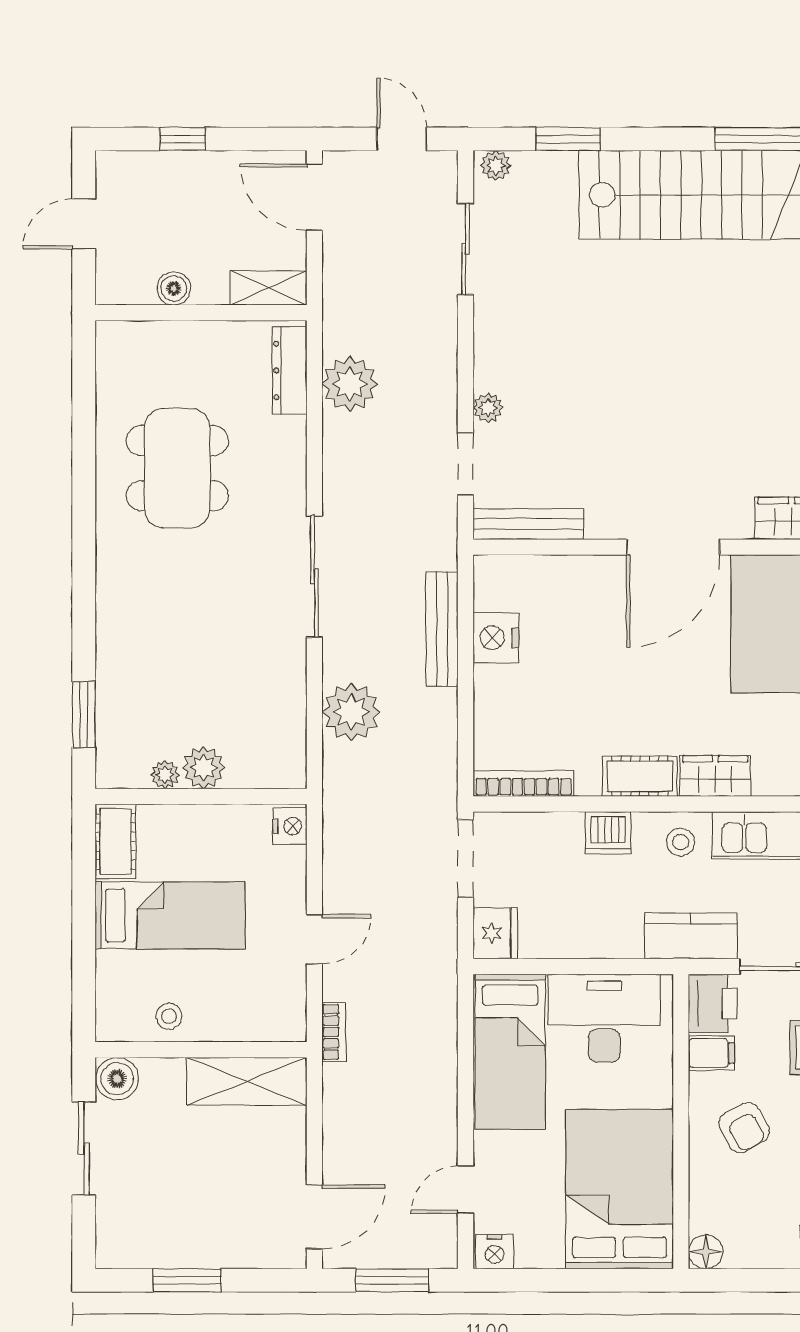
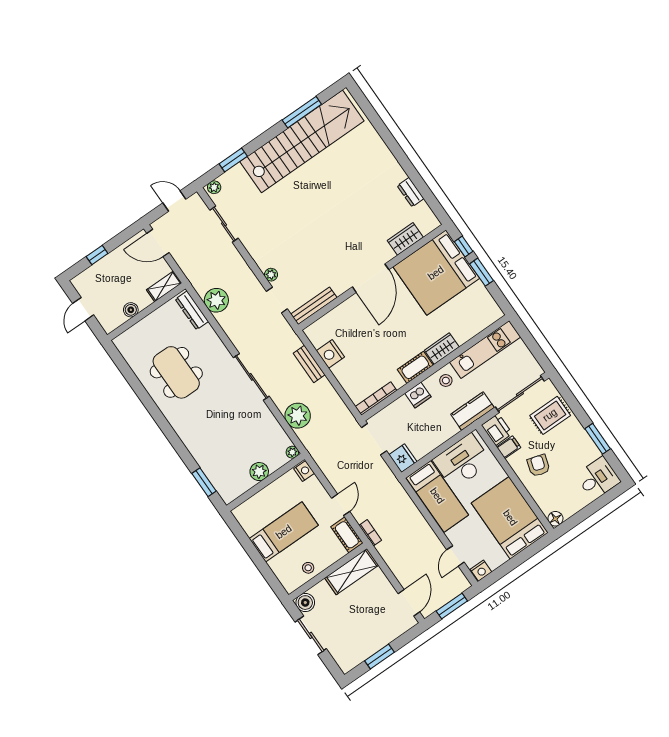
bench: (442, 629) -> (309, 364), width x0.73
plant: (165, 775) -> (292, 452), moved
cot: (115, 841) -> (347, 535), moved
armchair: (744, 1128) -> (538, 466), turned -134

